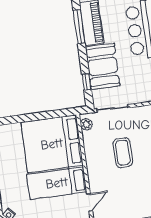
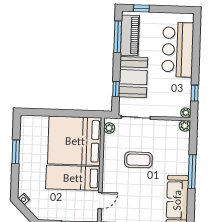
coffee table: (123, 153) -> (138, 160), turned 90

